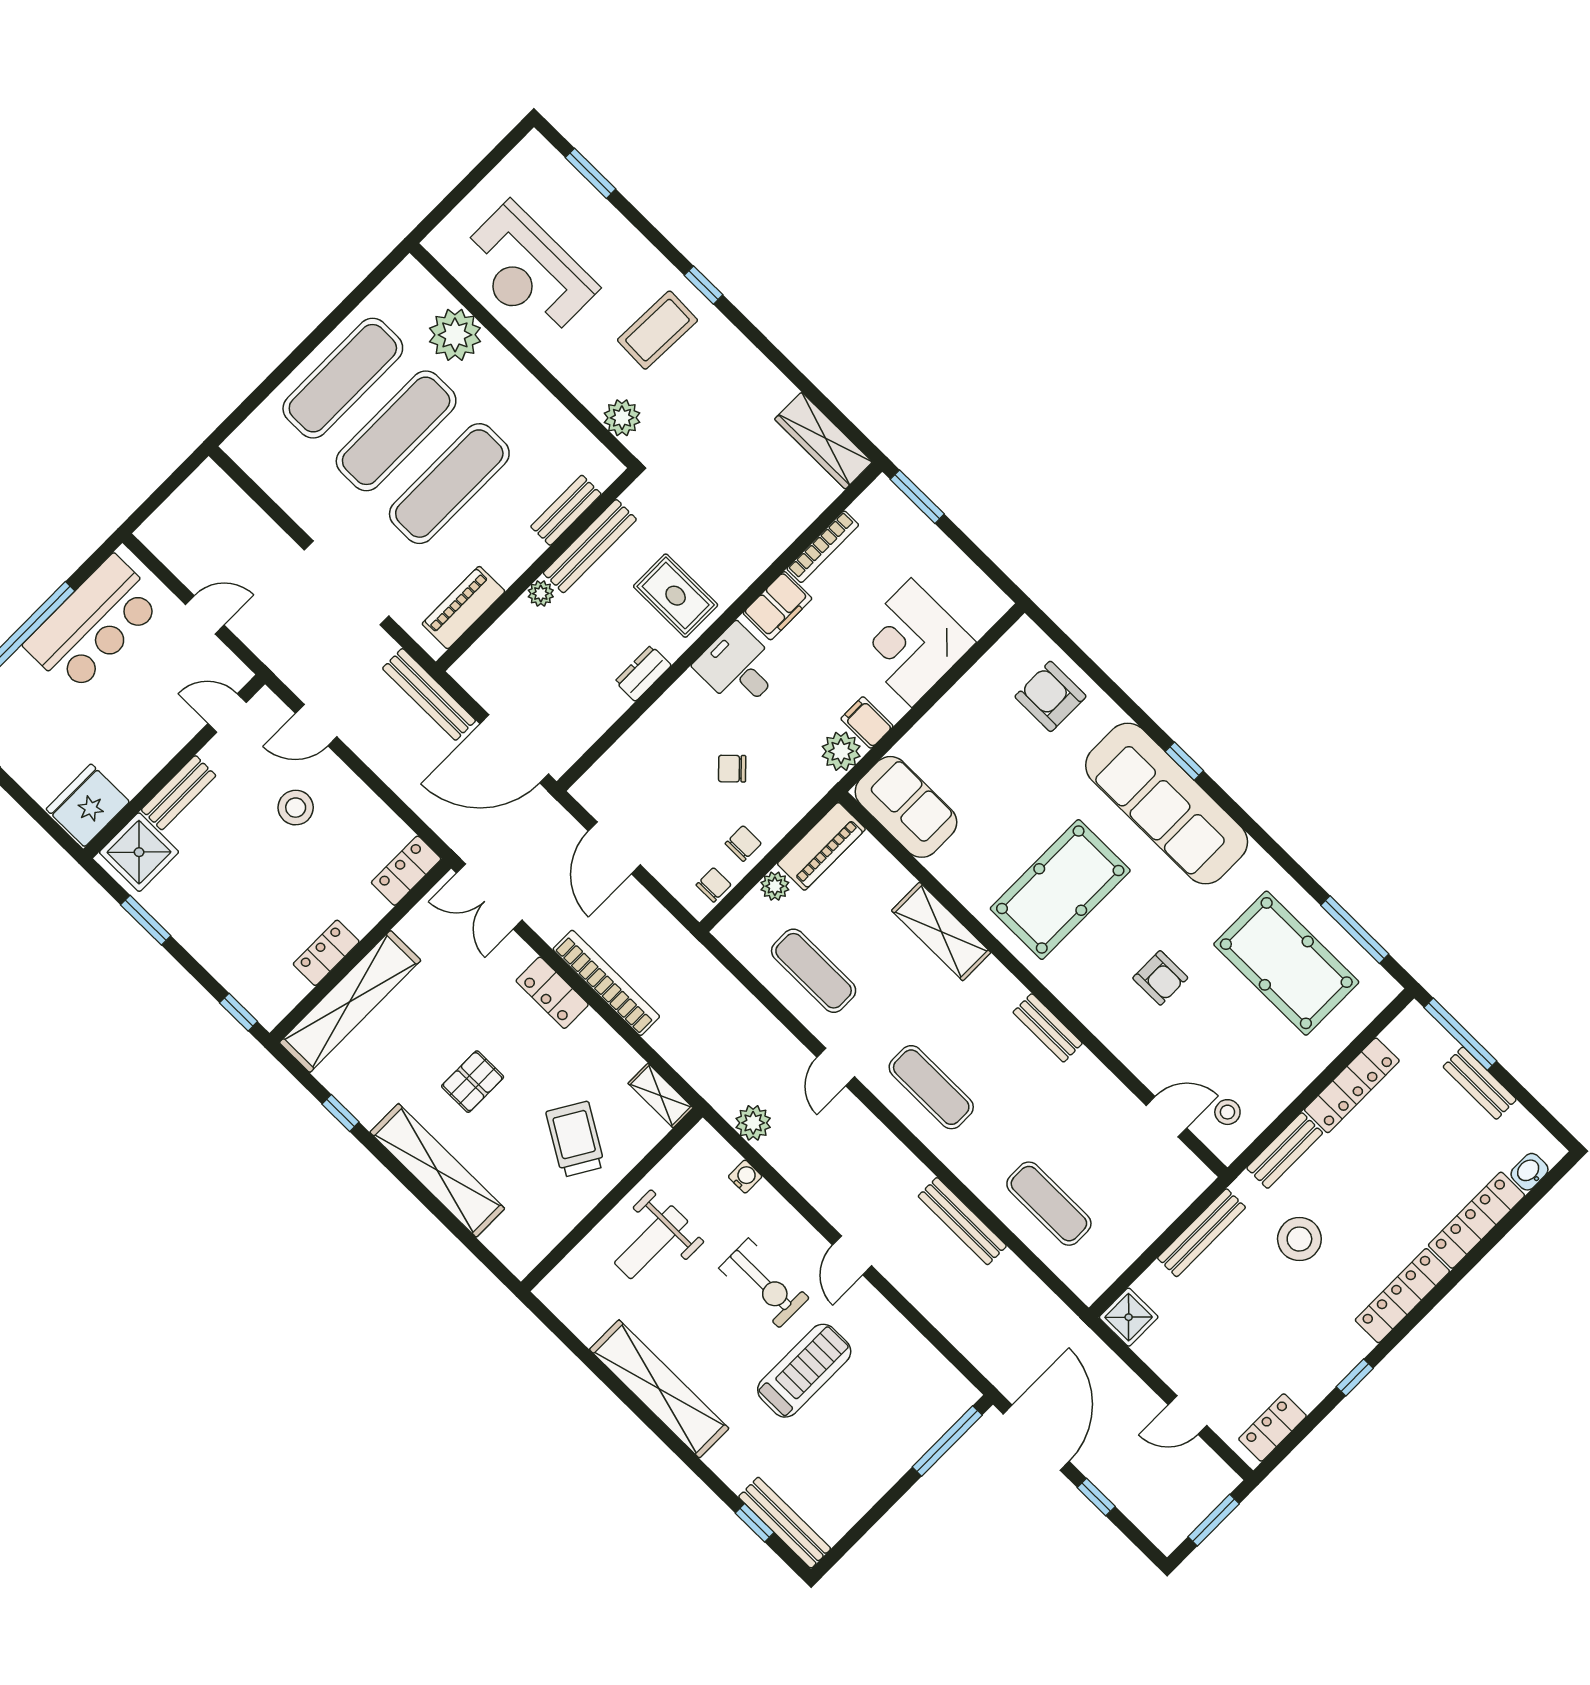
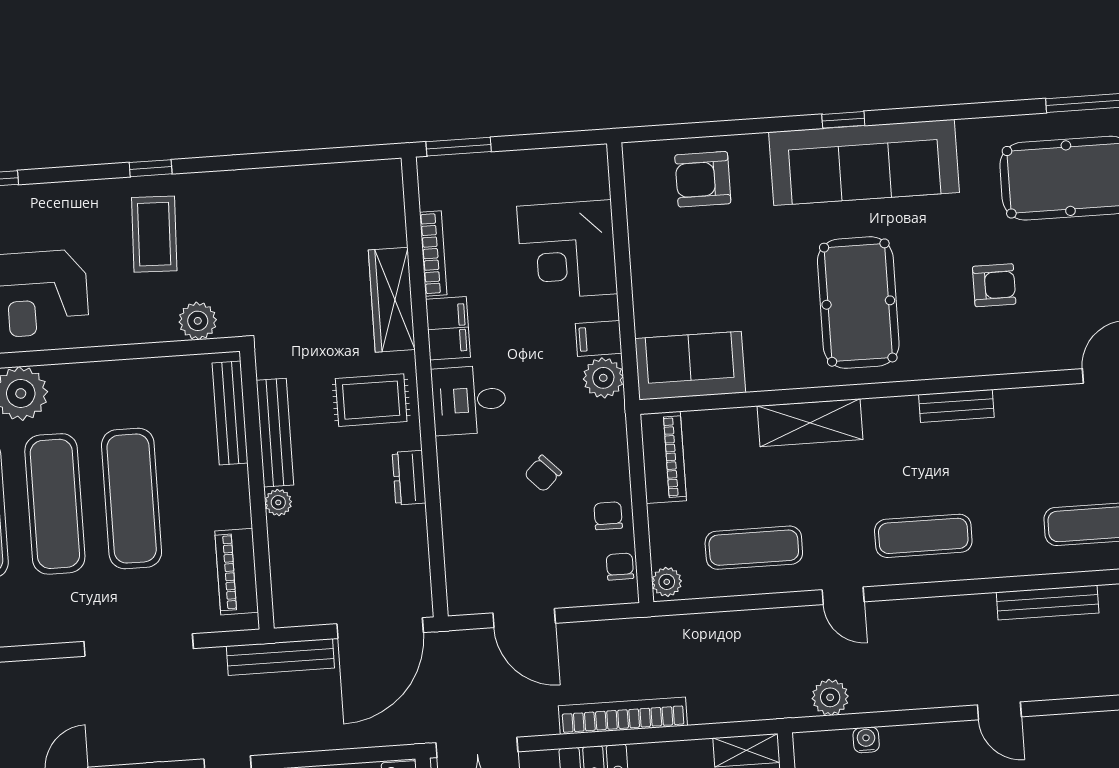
wardrobe: (823, 441) -> (392, 300), moved, turned 90
bench: (566, 510) -> (230, 413), width x1.36
plant: (775, 886) -> (667, 582), moved

